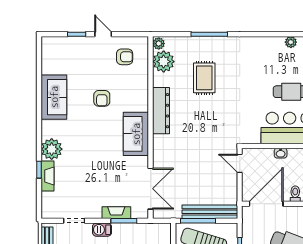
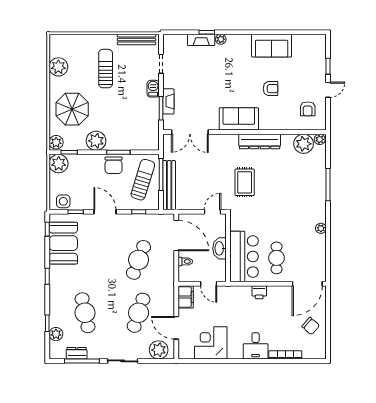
plant: (291, 42) -> (321, 228), moved
rug: (204, 78) -> (245, 182), moved, turned 90
armchair: (102, 98) -> (271, 89), turned 180
plant: (52, 149) -> (221, 39), width x0.53, depth x0.53
washbasin: (281, 153) -> (220, 248), width x1.91, depth x1.45

